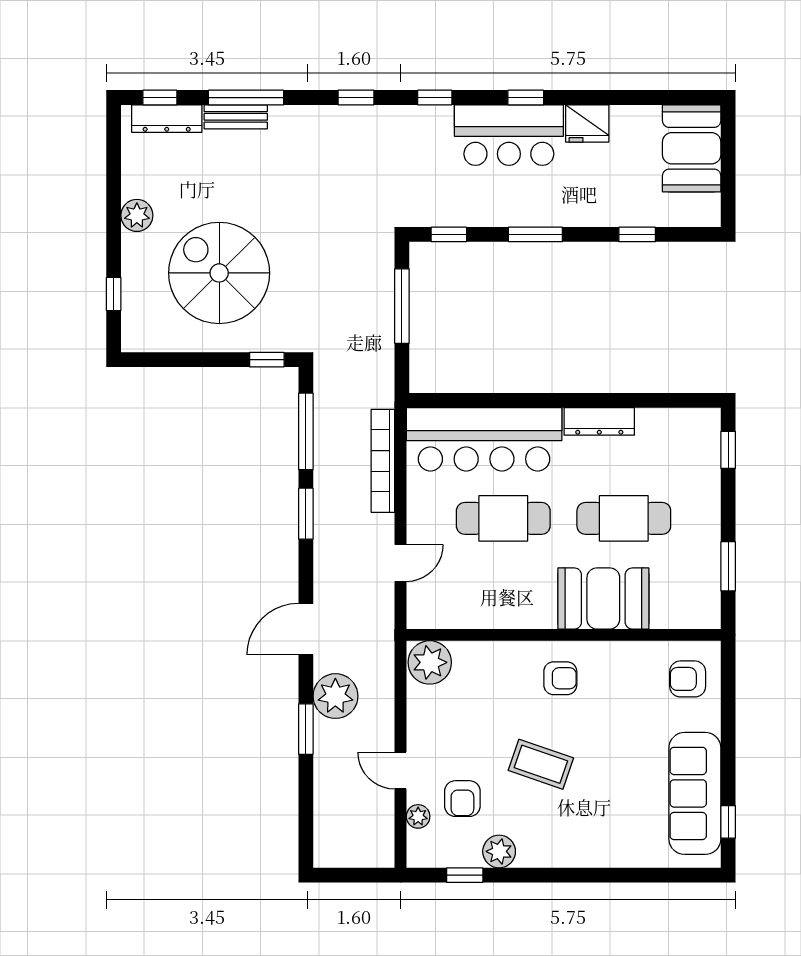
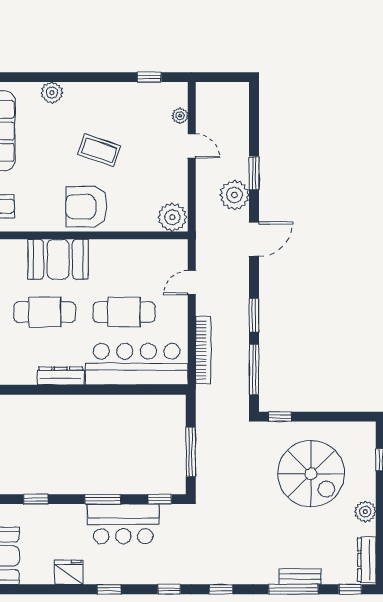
dresser: (167, 119) -> (367, 560), moved, turned -90
bar counter: (509, 135) -> (123, 524), moved, turned 180
armchair: (560, 678) -> (86, 207), width x1.88, depth x1.88
armchair: (462, 799) -> (151, 128), removed
plant: (499, 851) -> (52, 93), moved

